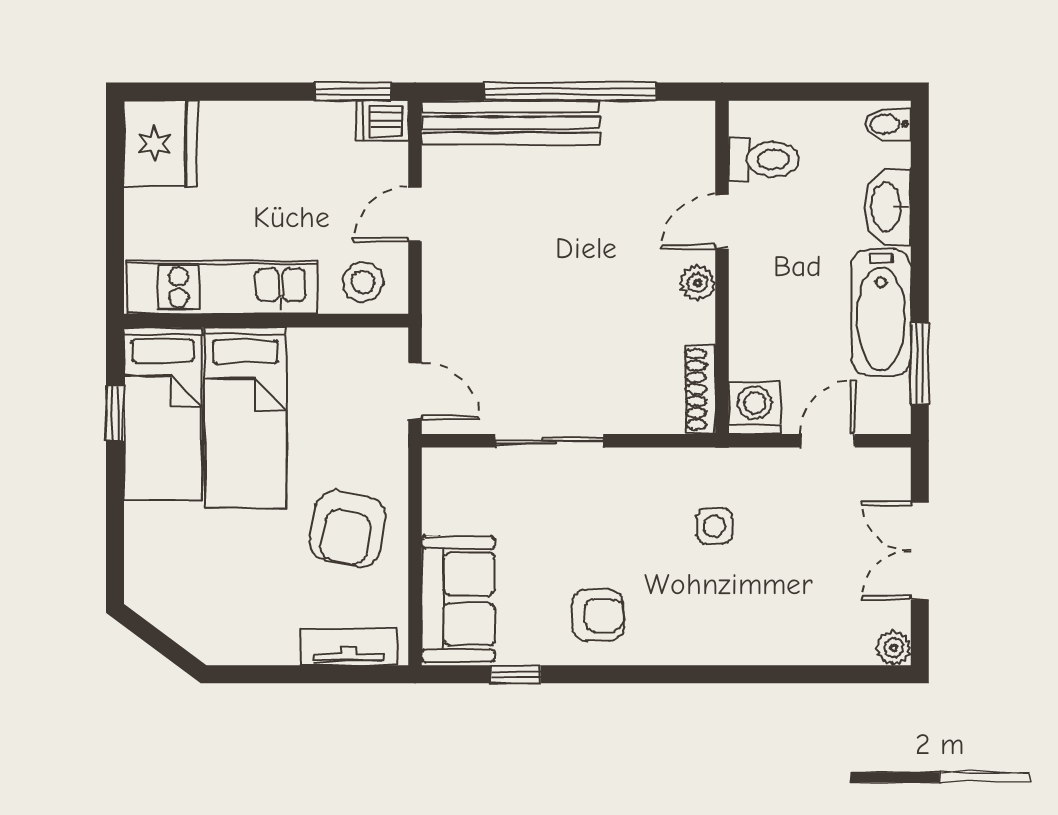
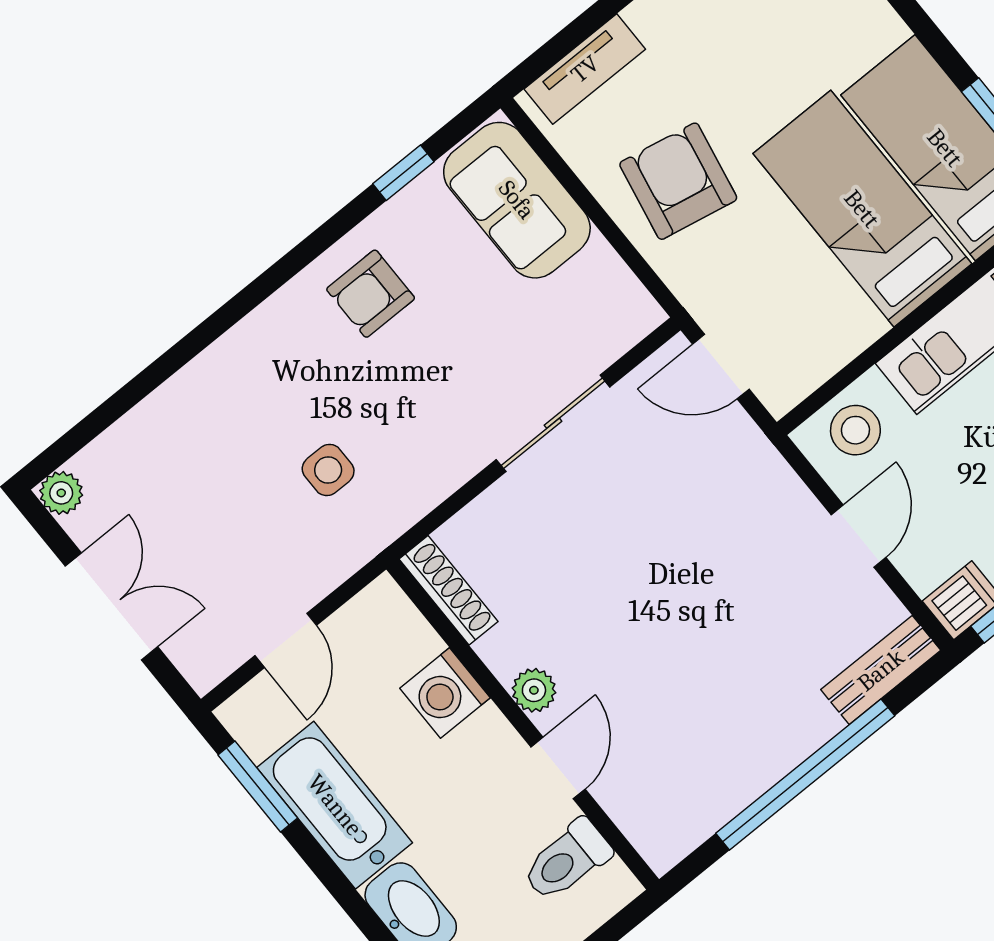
bench: (511, 123) -> (881, 670), width x0.54, depth x0.82
washing machine: (755, 408) -> (445, 693), moved, turned 90

